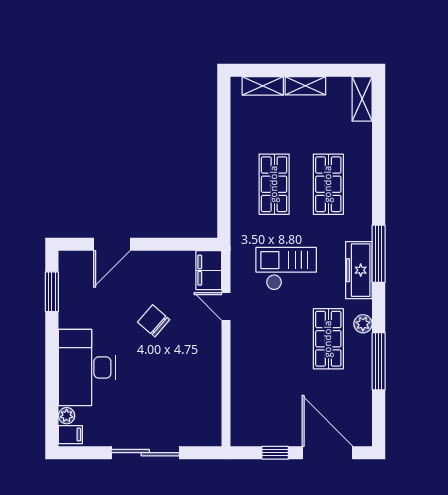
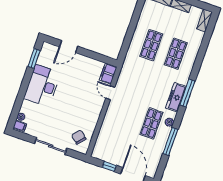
checkout: (286, 269) -> (143, 85), removed
chair: (154, 321) -> (79, 137), moved
desk: (87, 368) -> (42, 86), moved

